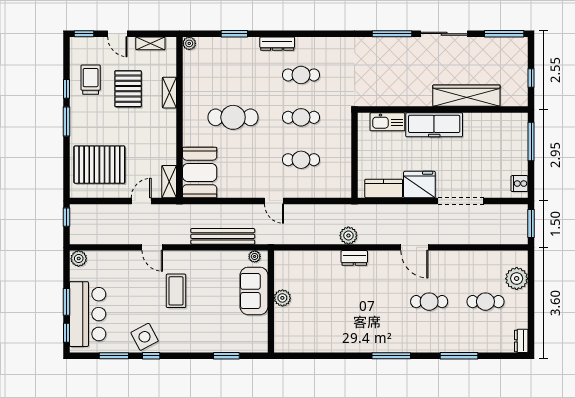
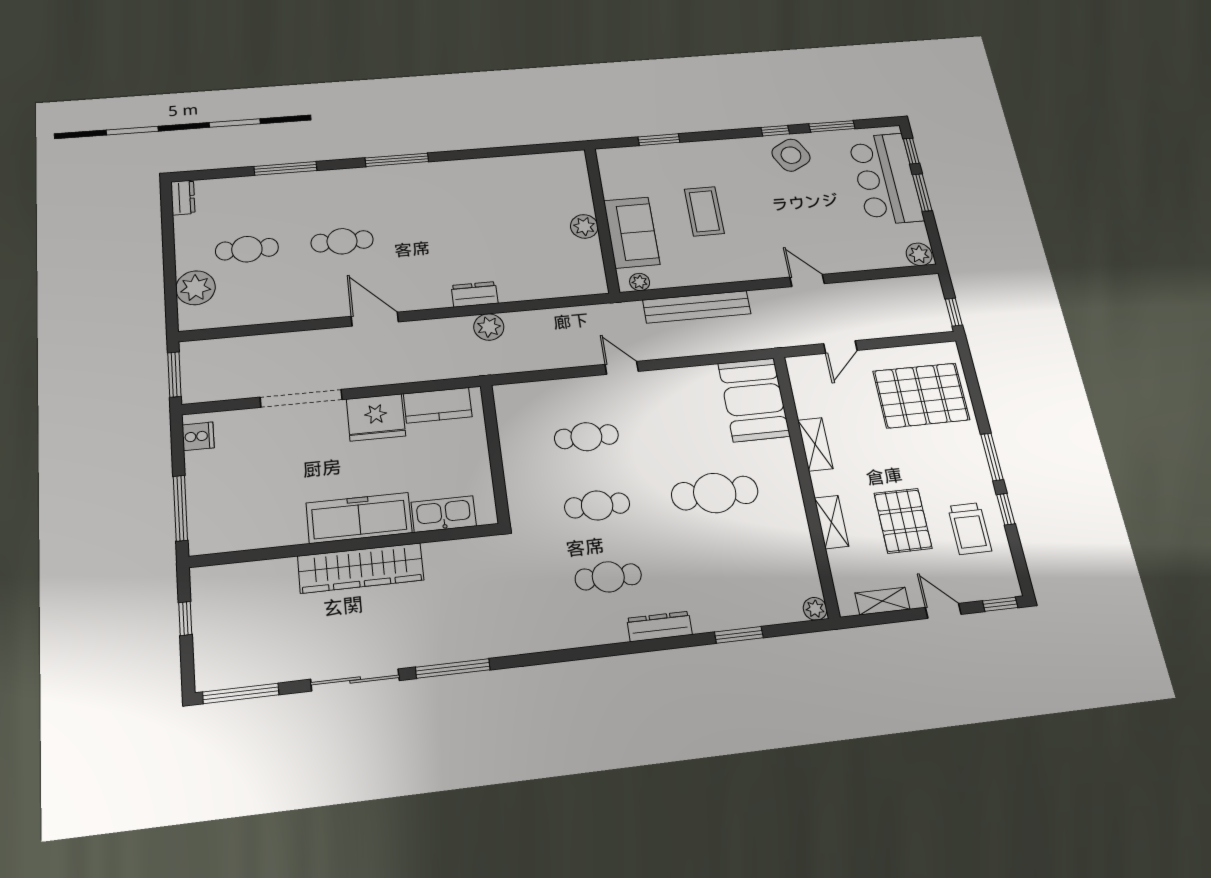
wardrobe: (466, 96) -> (361, 568), moved
shelving: (169, 182) -> (815, 444), moved
coffee table: (176, 291) -> (704, 211), moved

